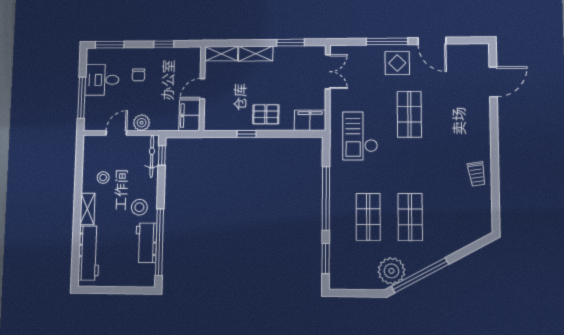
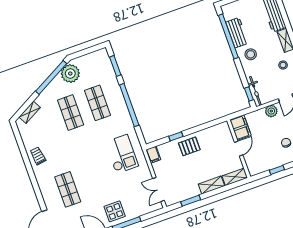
shop shelf: (409, 114) -> (68, 189), moved
filing cabinet: (310, 120) -> (153, 155), width x0.50
window: (247, 134) -> (176, 136), moved
shelving: (467, 238) -> (30, 112), added

